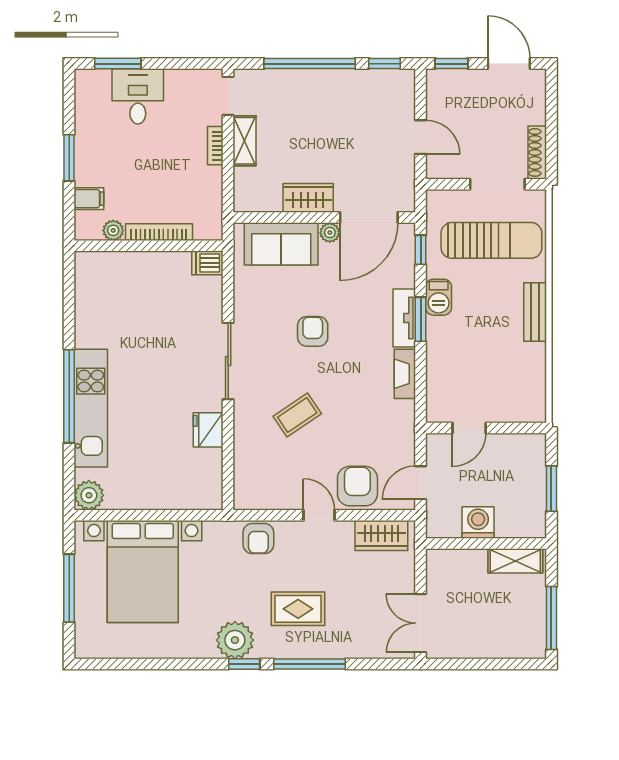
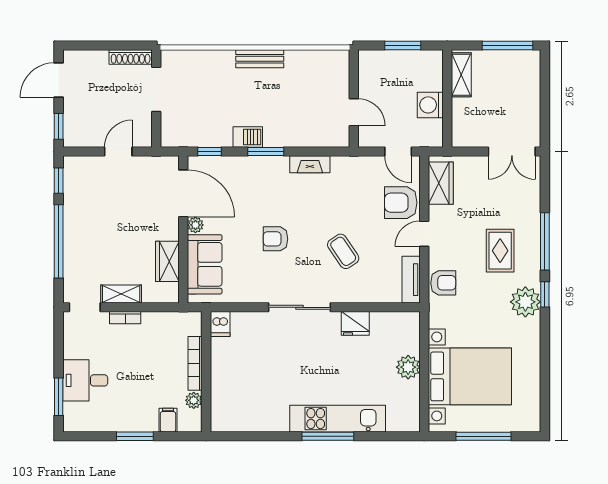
wardrobe: (308, 198) -> (167, 261), moved
sun lounger: (491, 240) -> (202, 94), removed
tv unit: (404, 318) -> (411, 280), moved, turned 90
window: (69, 396) -> (328, 436), width x0.68
plant: (89, 495) -> (408, 367), moved

